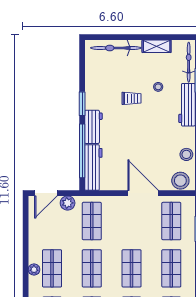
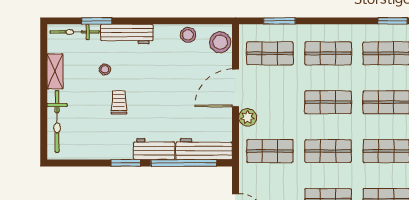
plant: (68, 203) -> (248, 117), moved

